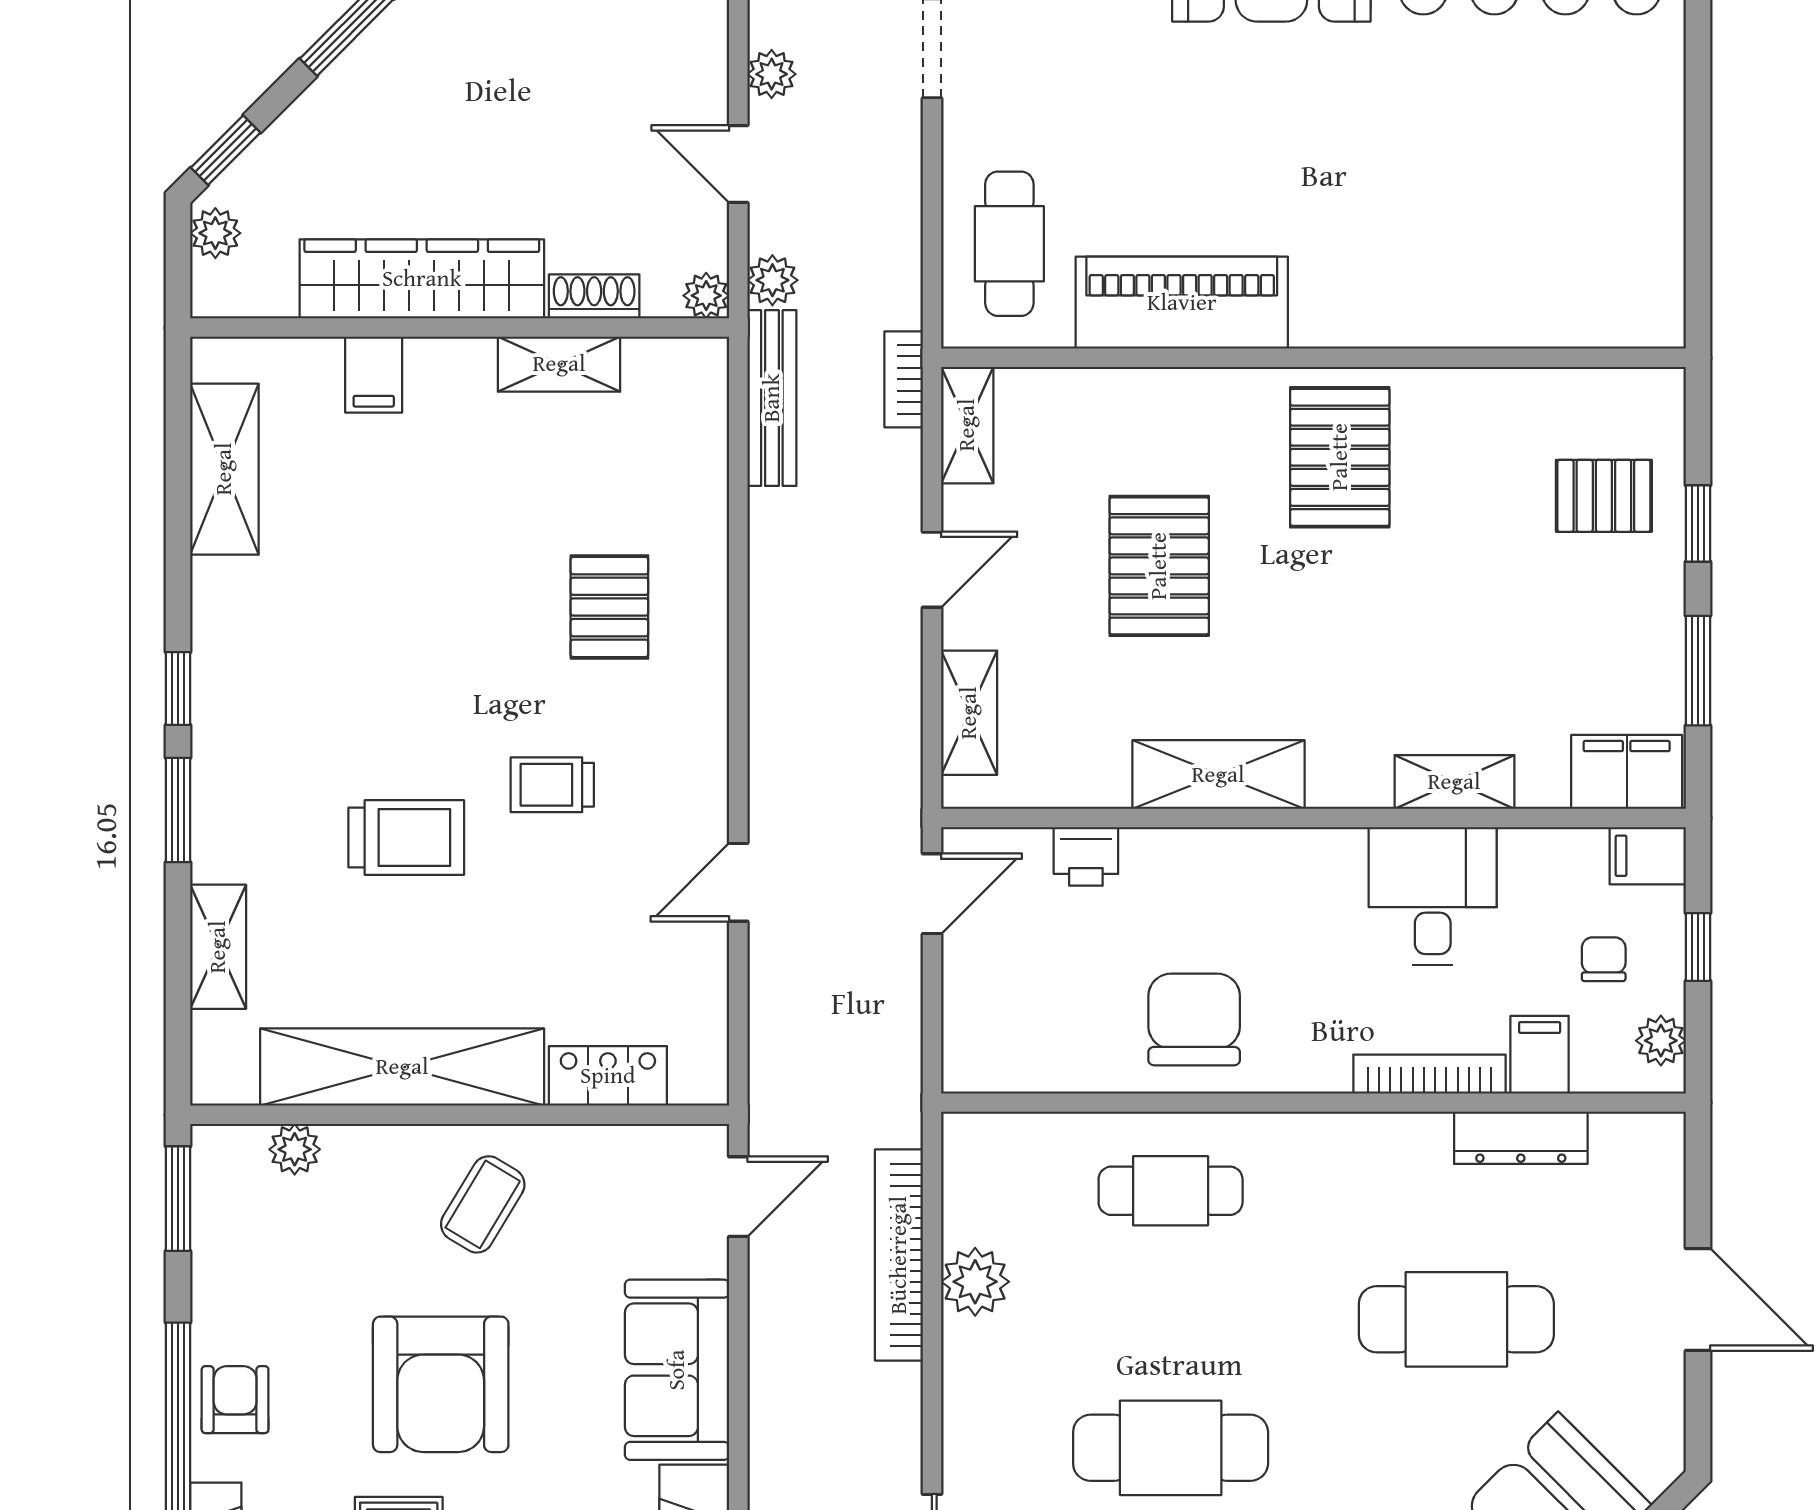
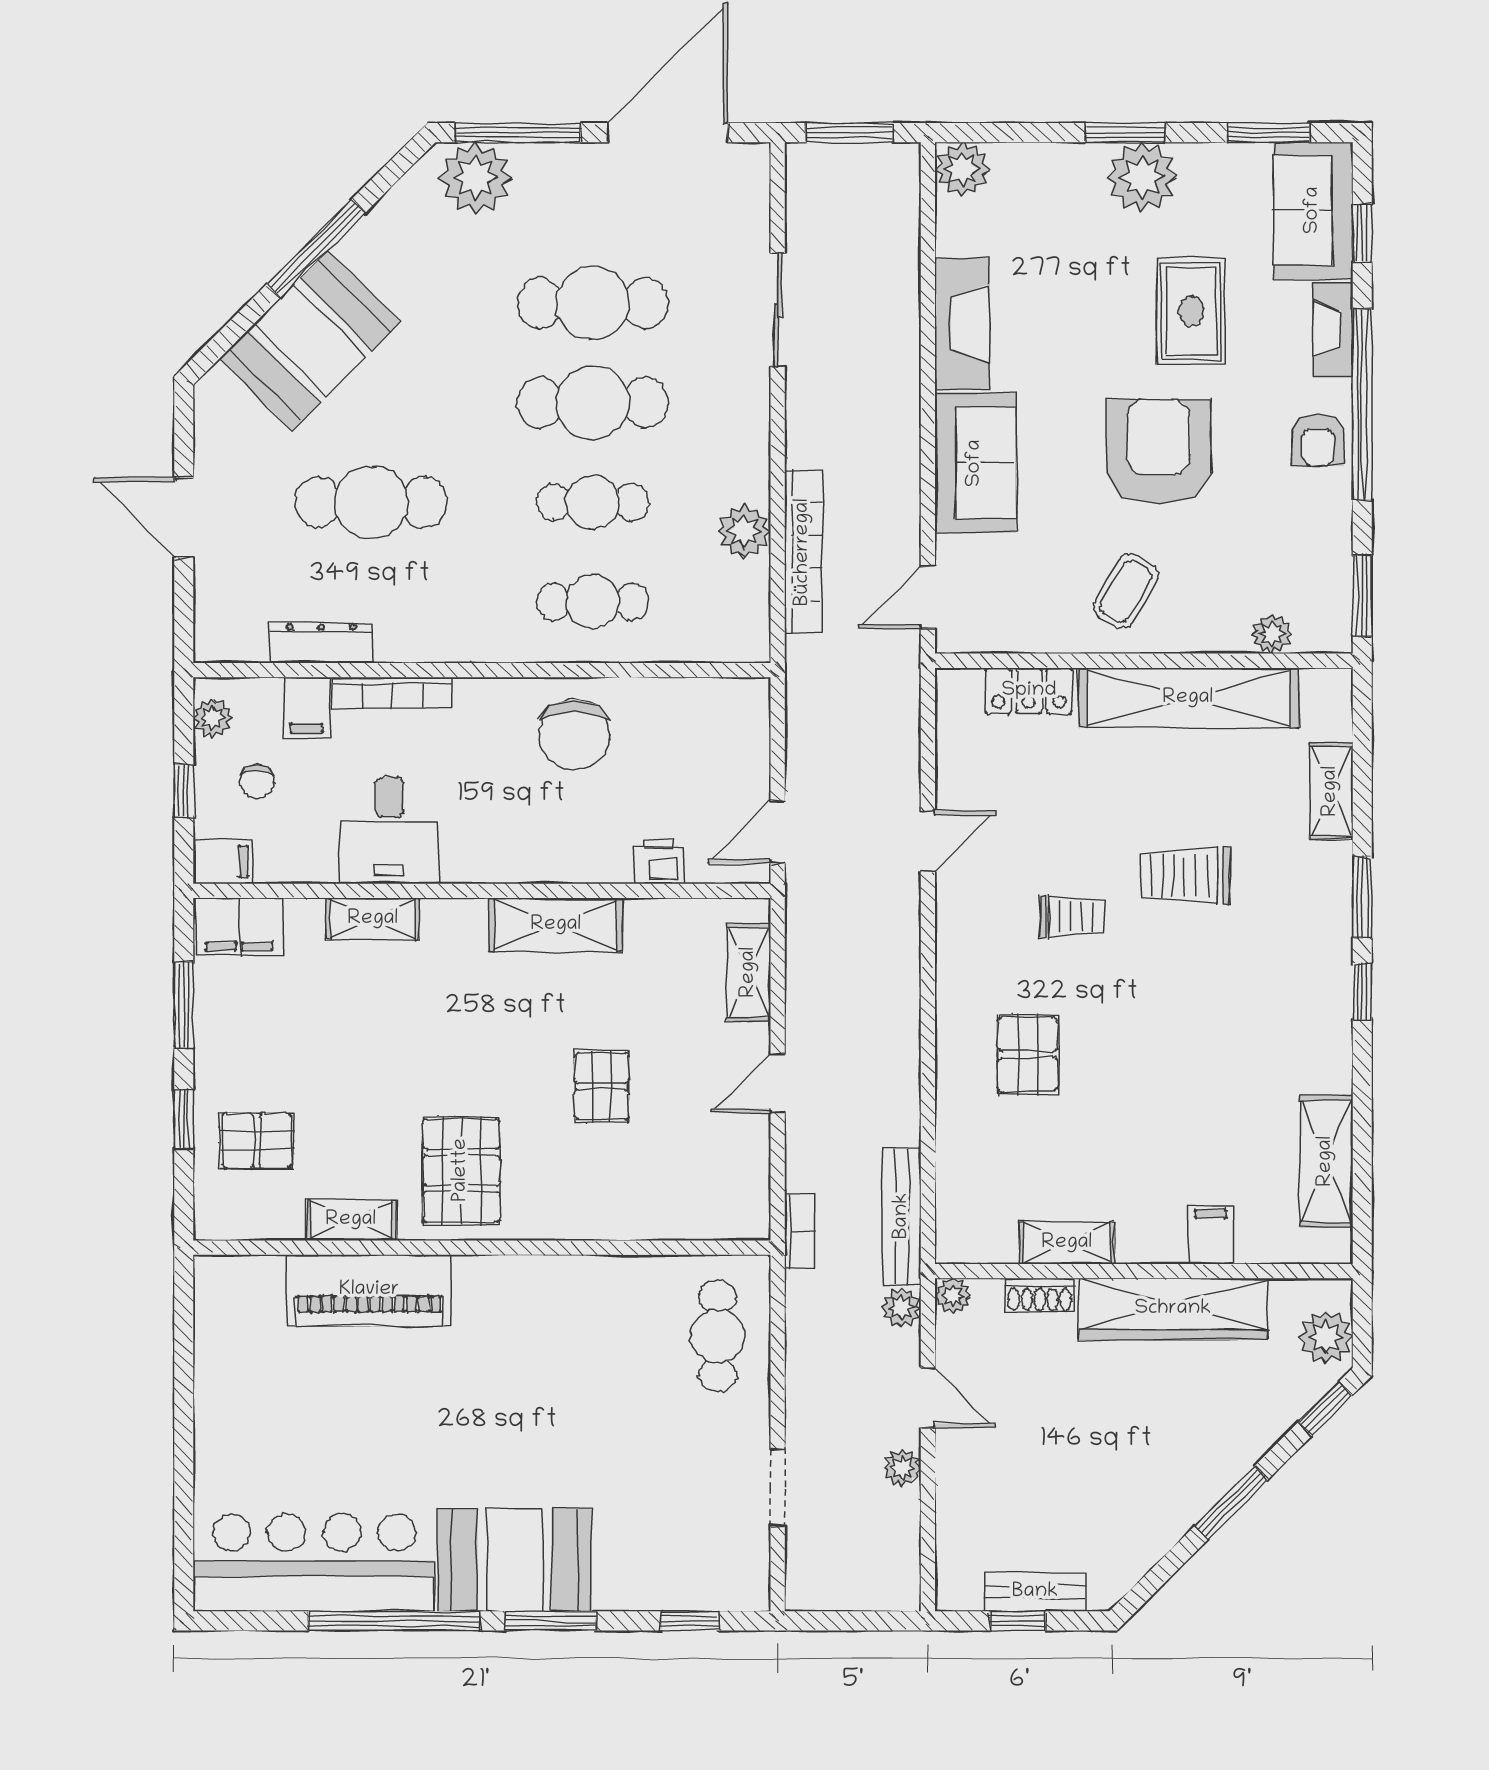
plant: (215, 233) -> (1326, 1337), width x1.38, depth x1.38
piano: (1182, 303) -> (369, 1290), moved
shelving: (967, 425) -> (351, 1220), moved, turned 90
pallet: (1159, 566) -> (602, 1086), width x0.67, depth x0.71
cafe table: (1171, 1319) -> (593, 502), added

